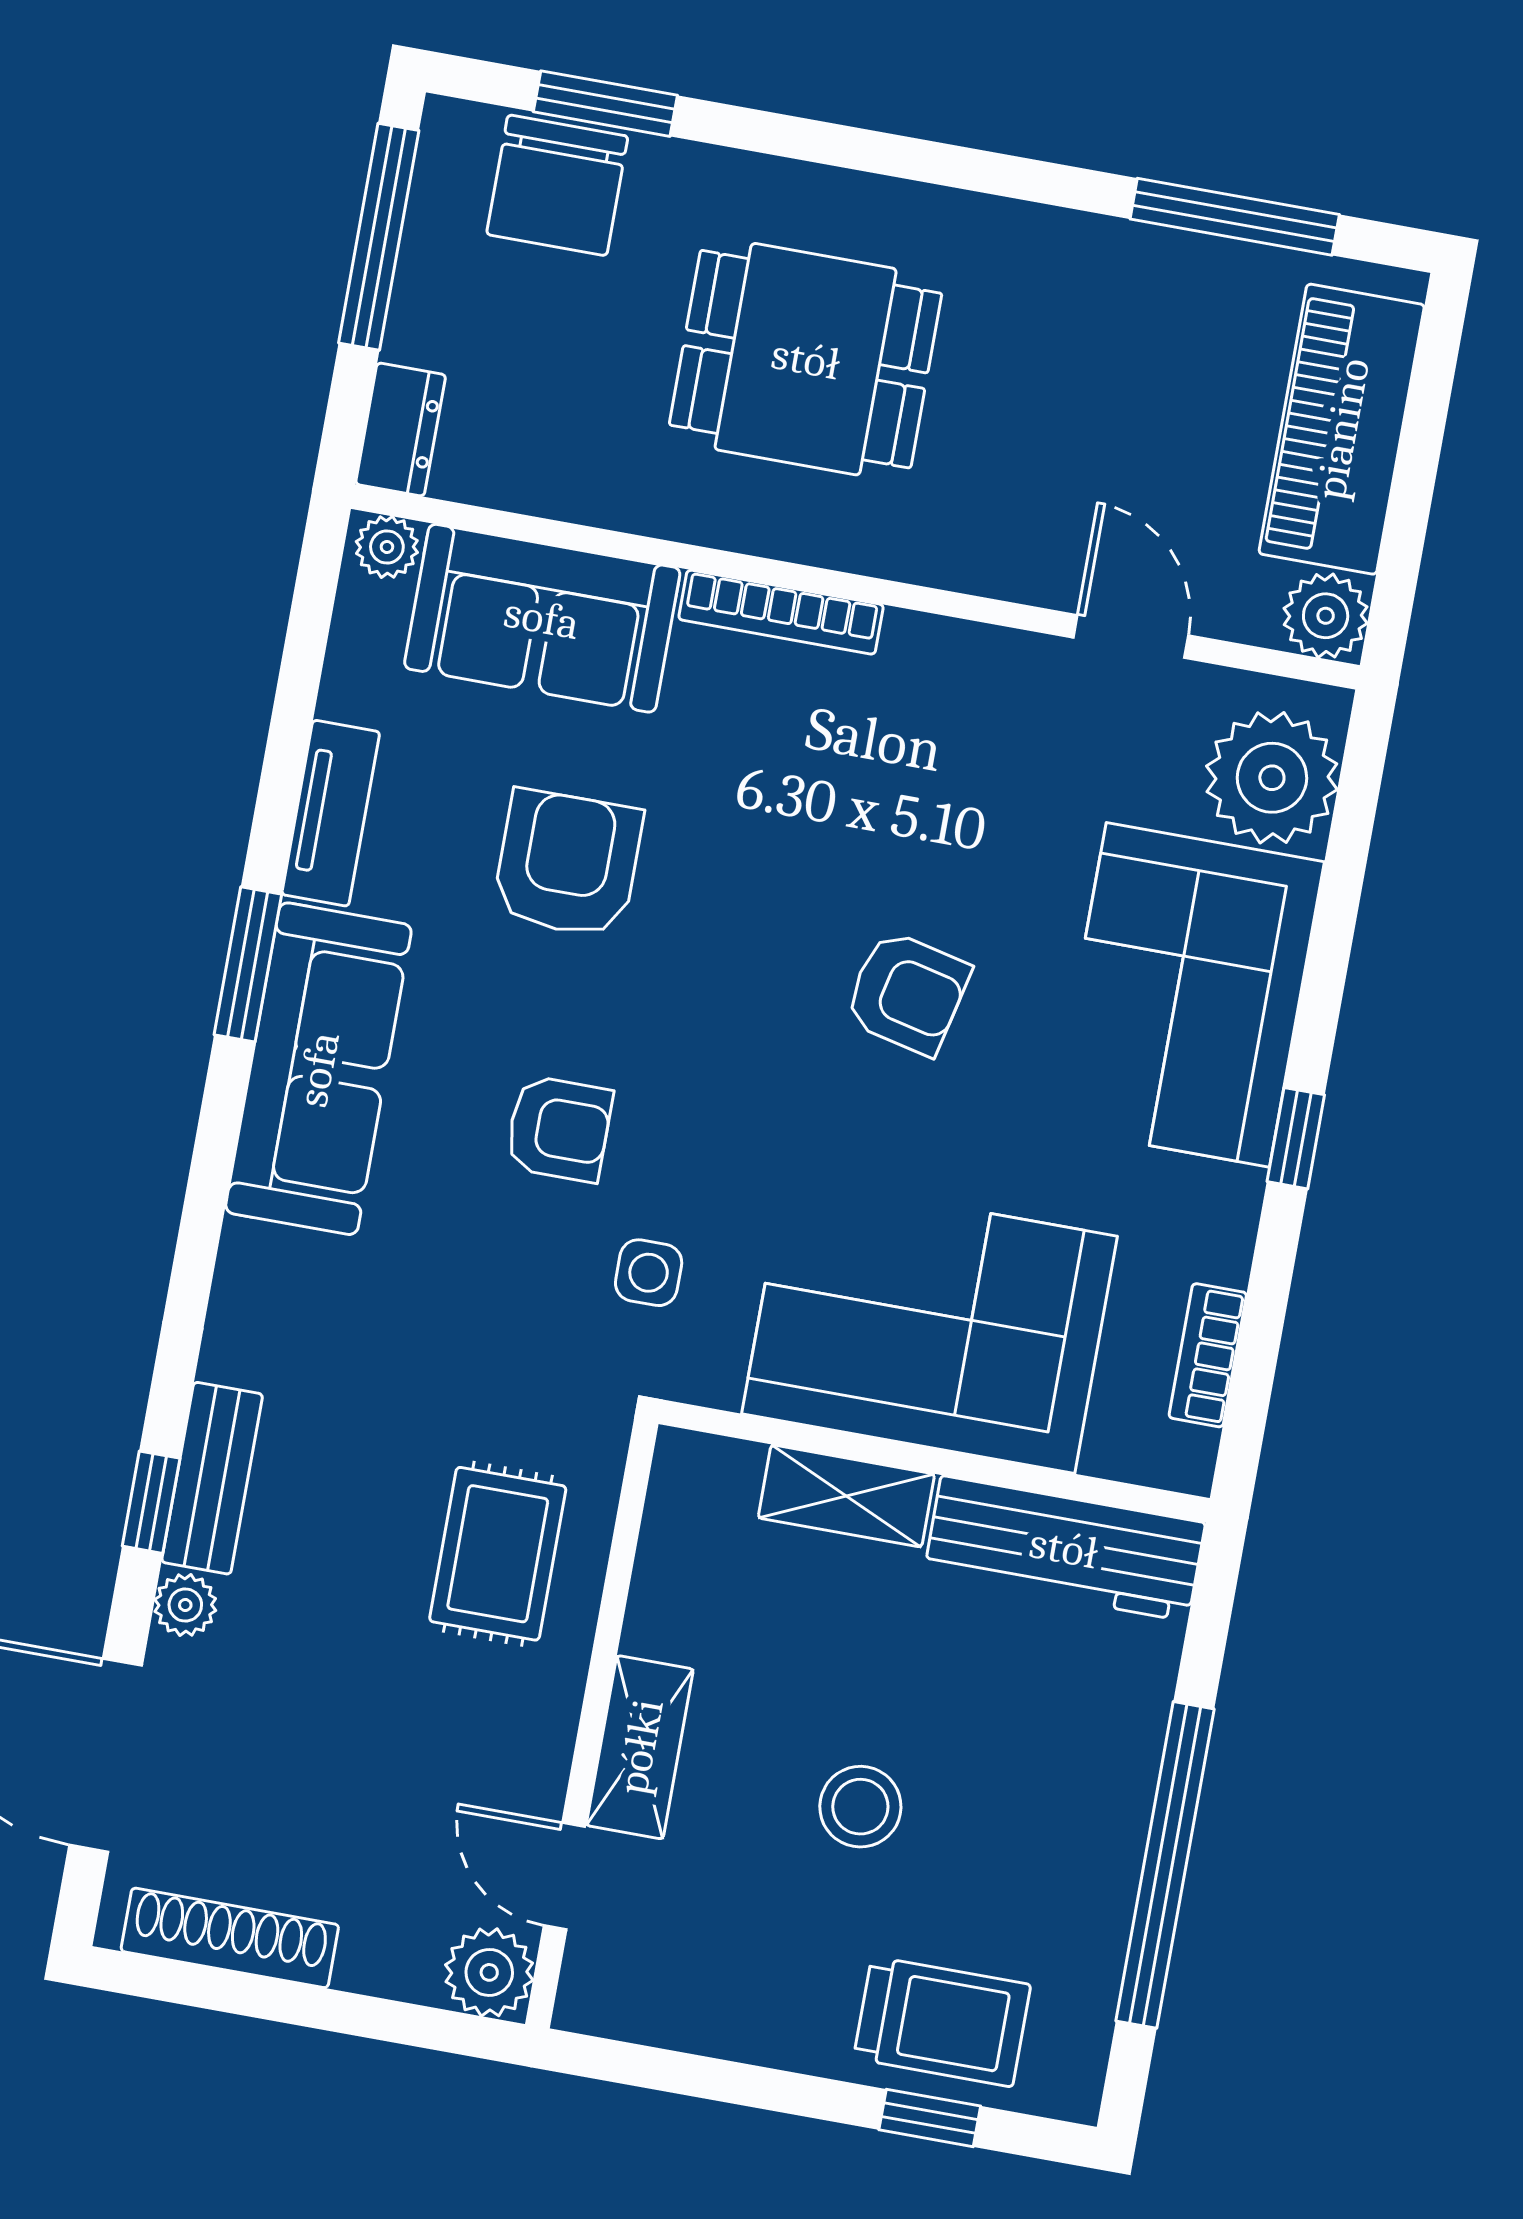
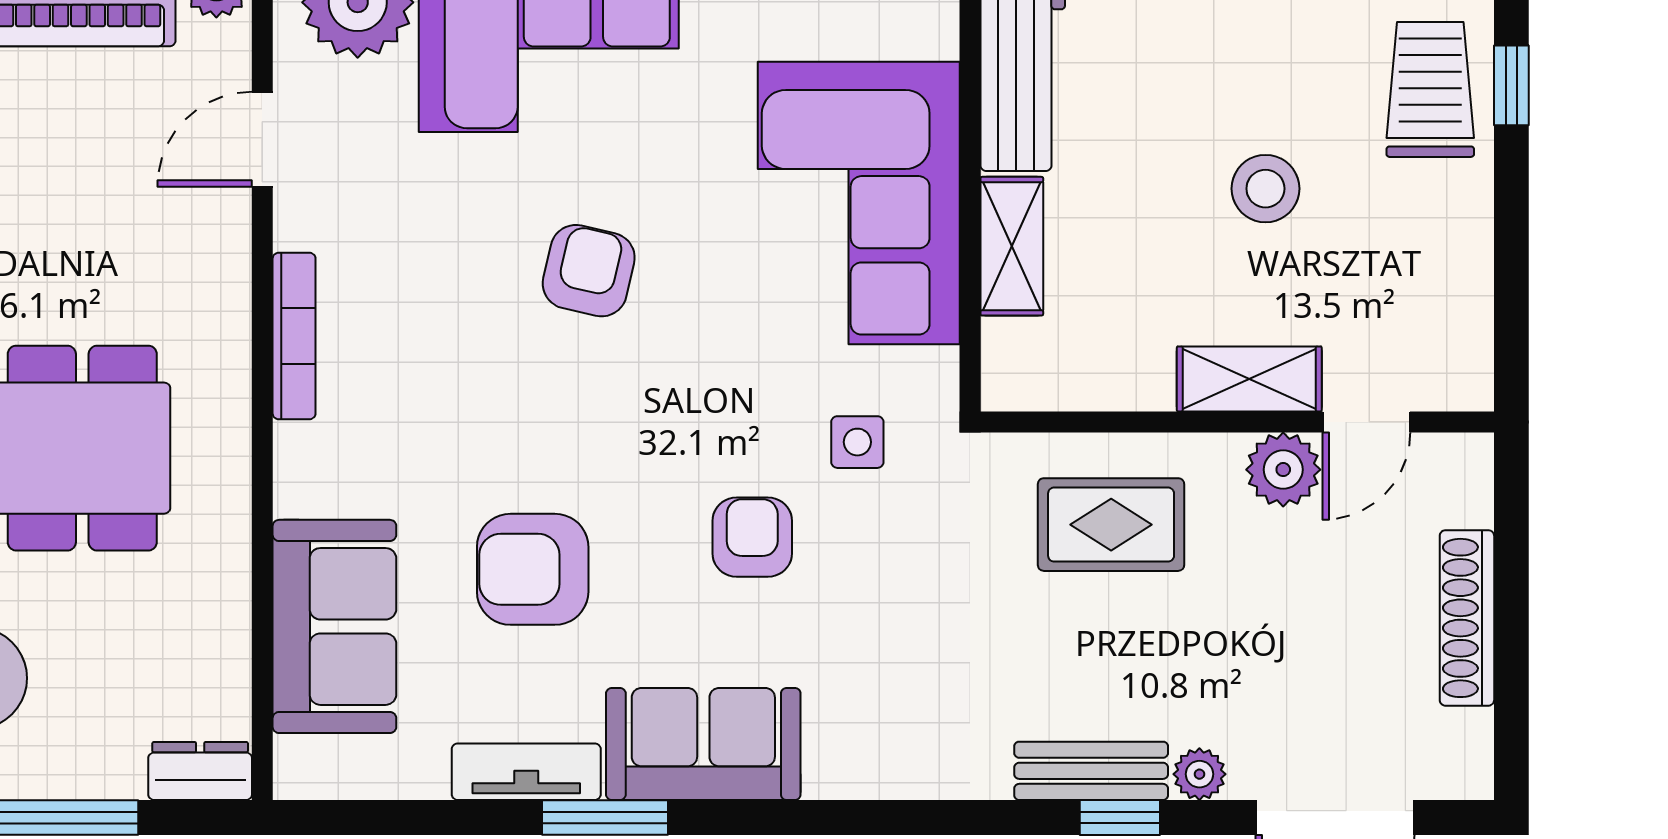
plant: (387, 547) -> (299, 765), removed
bookcase: (781, 612) -> (294, 336), moved
window: (248, 964) -> (605, 817), moved
sofa: (318, 1069) -> (703, 744), width x0.73
shoe rack: (230, 1938) -> (1467, 618), moved
plant: (489, 1972) -> (1283, 470), moved

